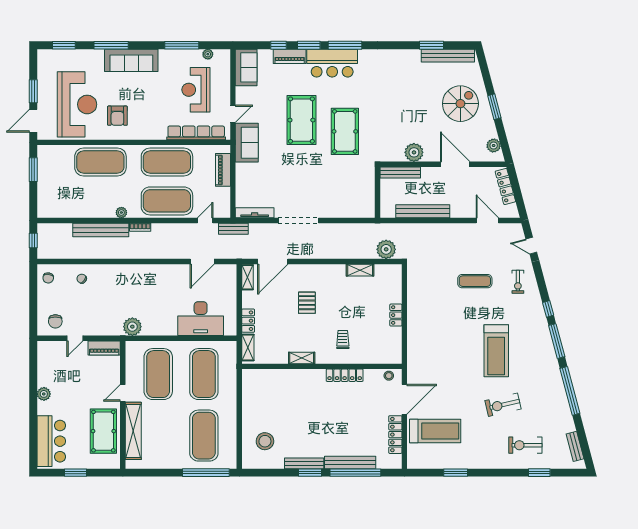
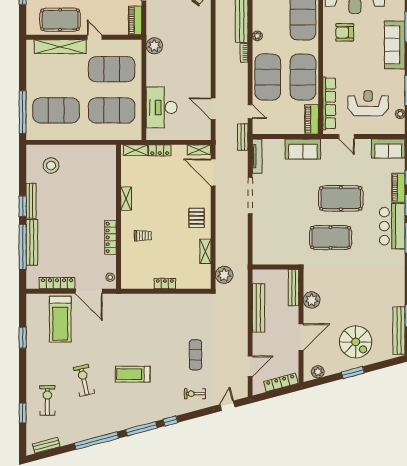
sofa: (247, 143) -> (303, 149), moved
piano: (223, 170) -> (312, 119), moved, turned -90
pallet: (307, 303) -> (196, 218), moved, turned 90
treadmill: (496, 351) -> (133, 374), width x0.73, depth x0.73

